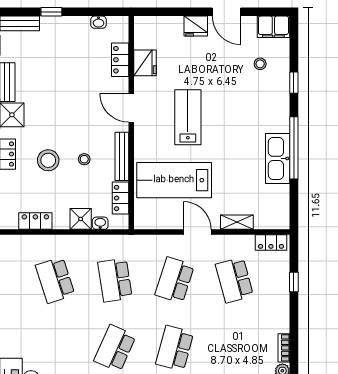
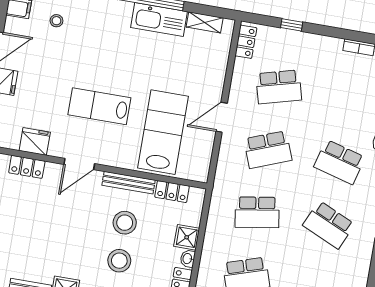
stool: (84, 159) -> (125, 223), width x1.89, depth x1.89
lab bench: (174, 180) -> (163, 132), turned 180
shelving: (237, 222) -> (205, 22), moved, turned 90
washbasin: (100, 223) -> (188, 259), moved
school desk: (175, 280) -> (268, 150), turned -39

